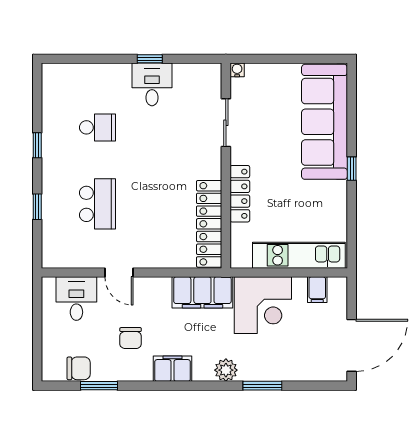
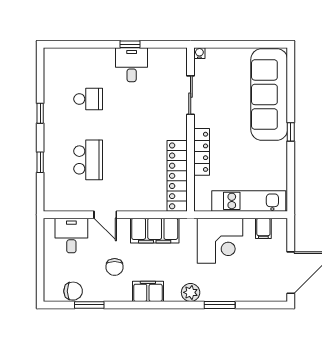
filing cabinet: (202, 292) -> (155, 231), moved

